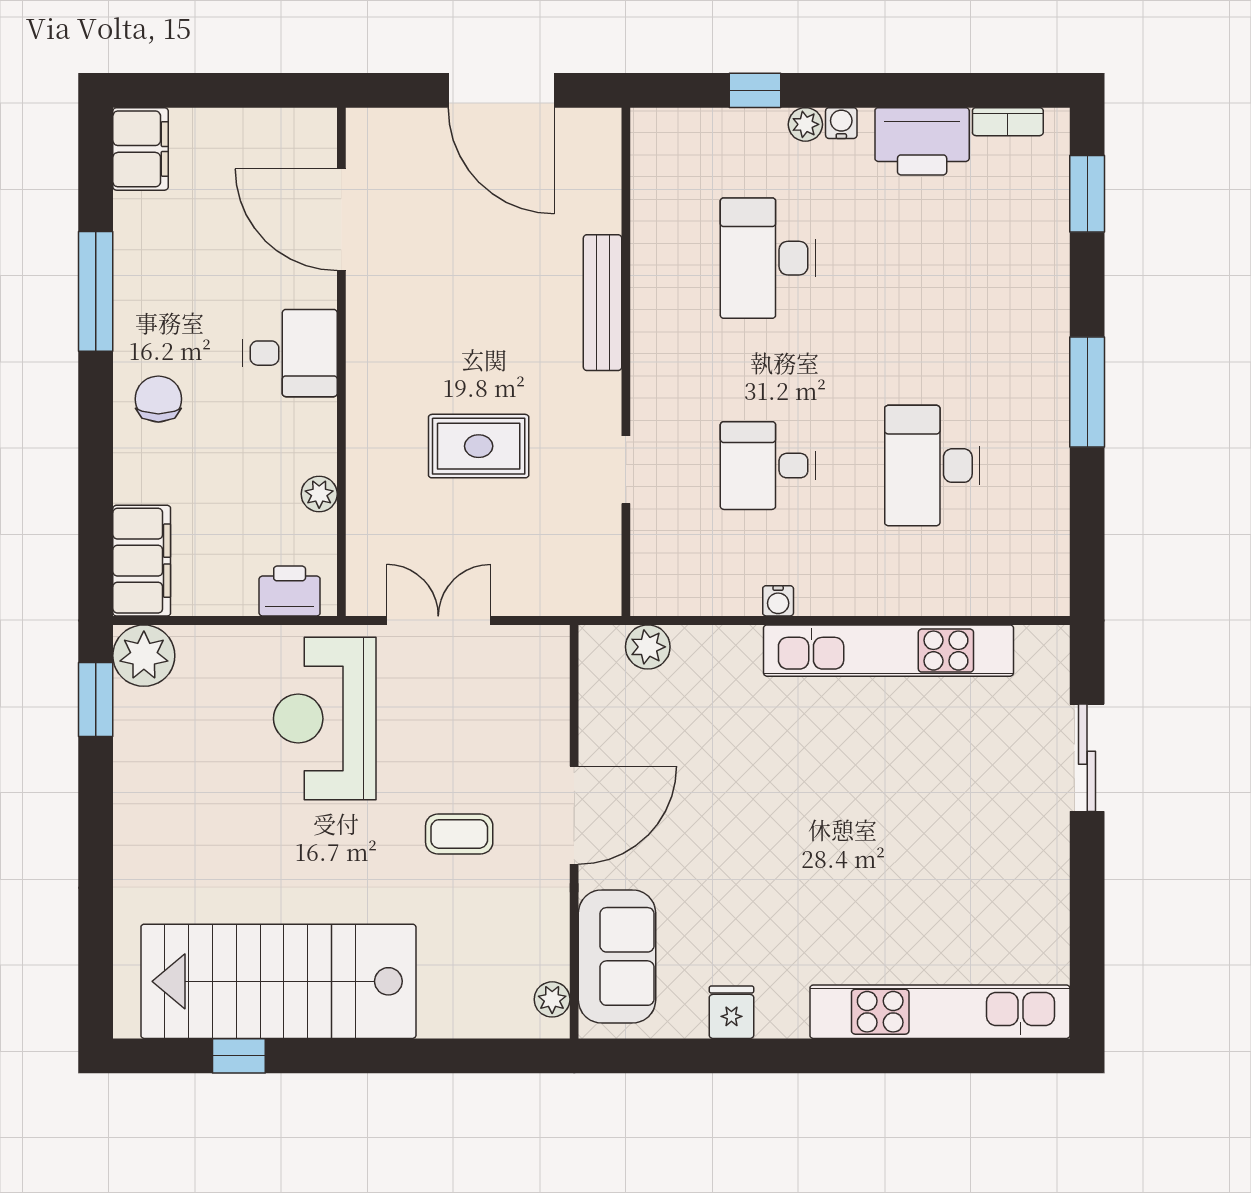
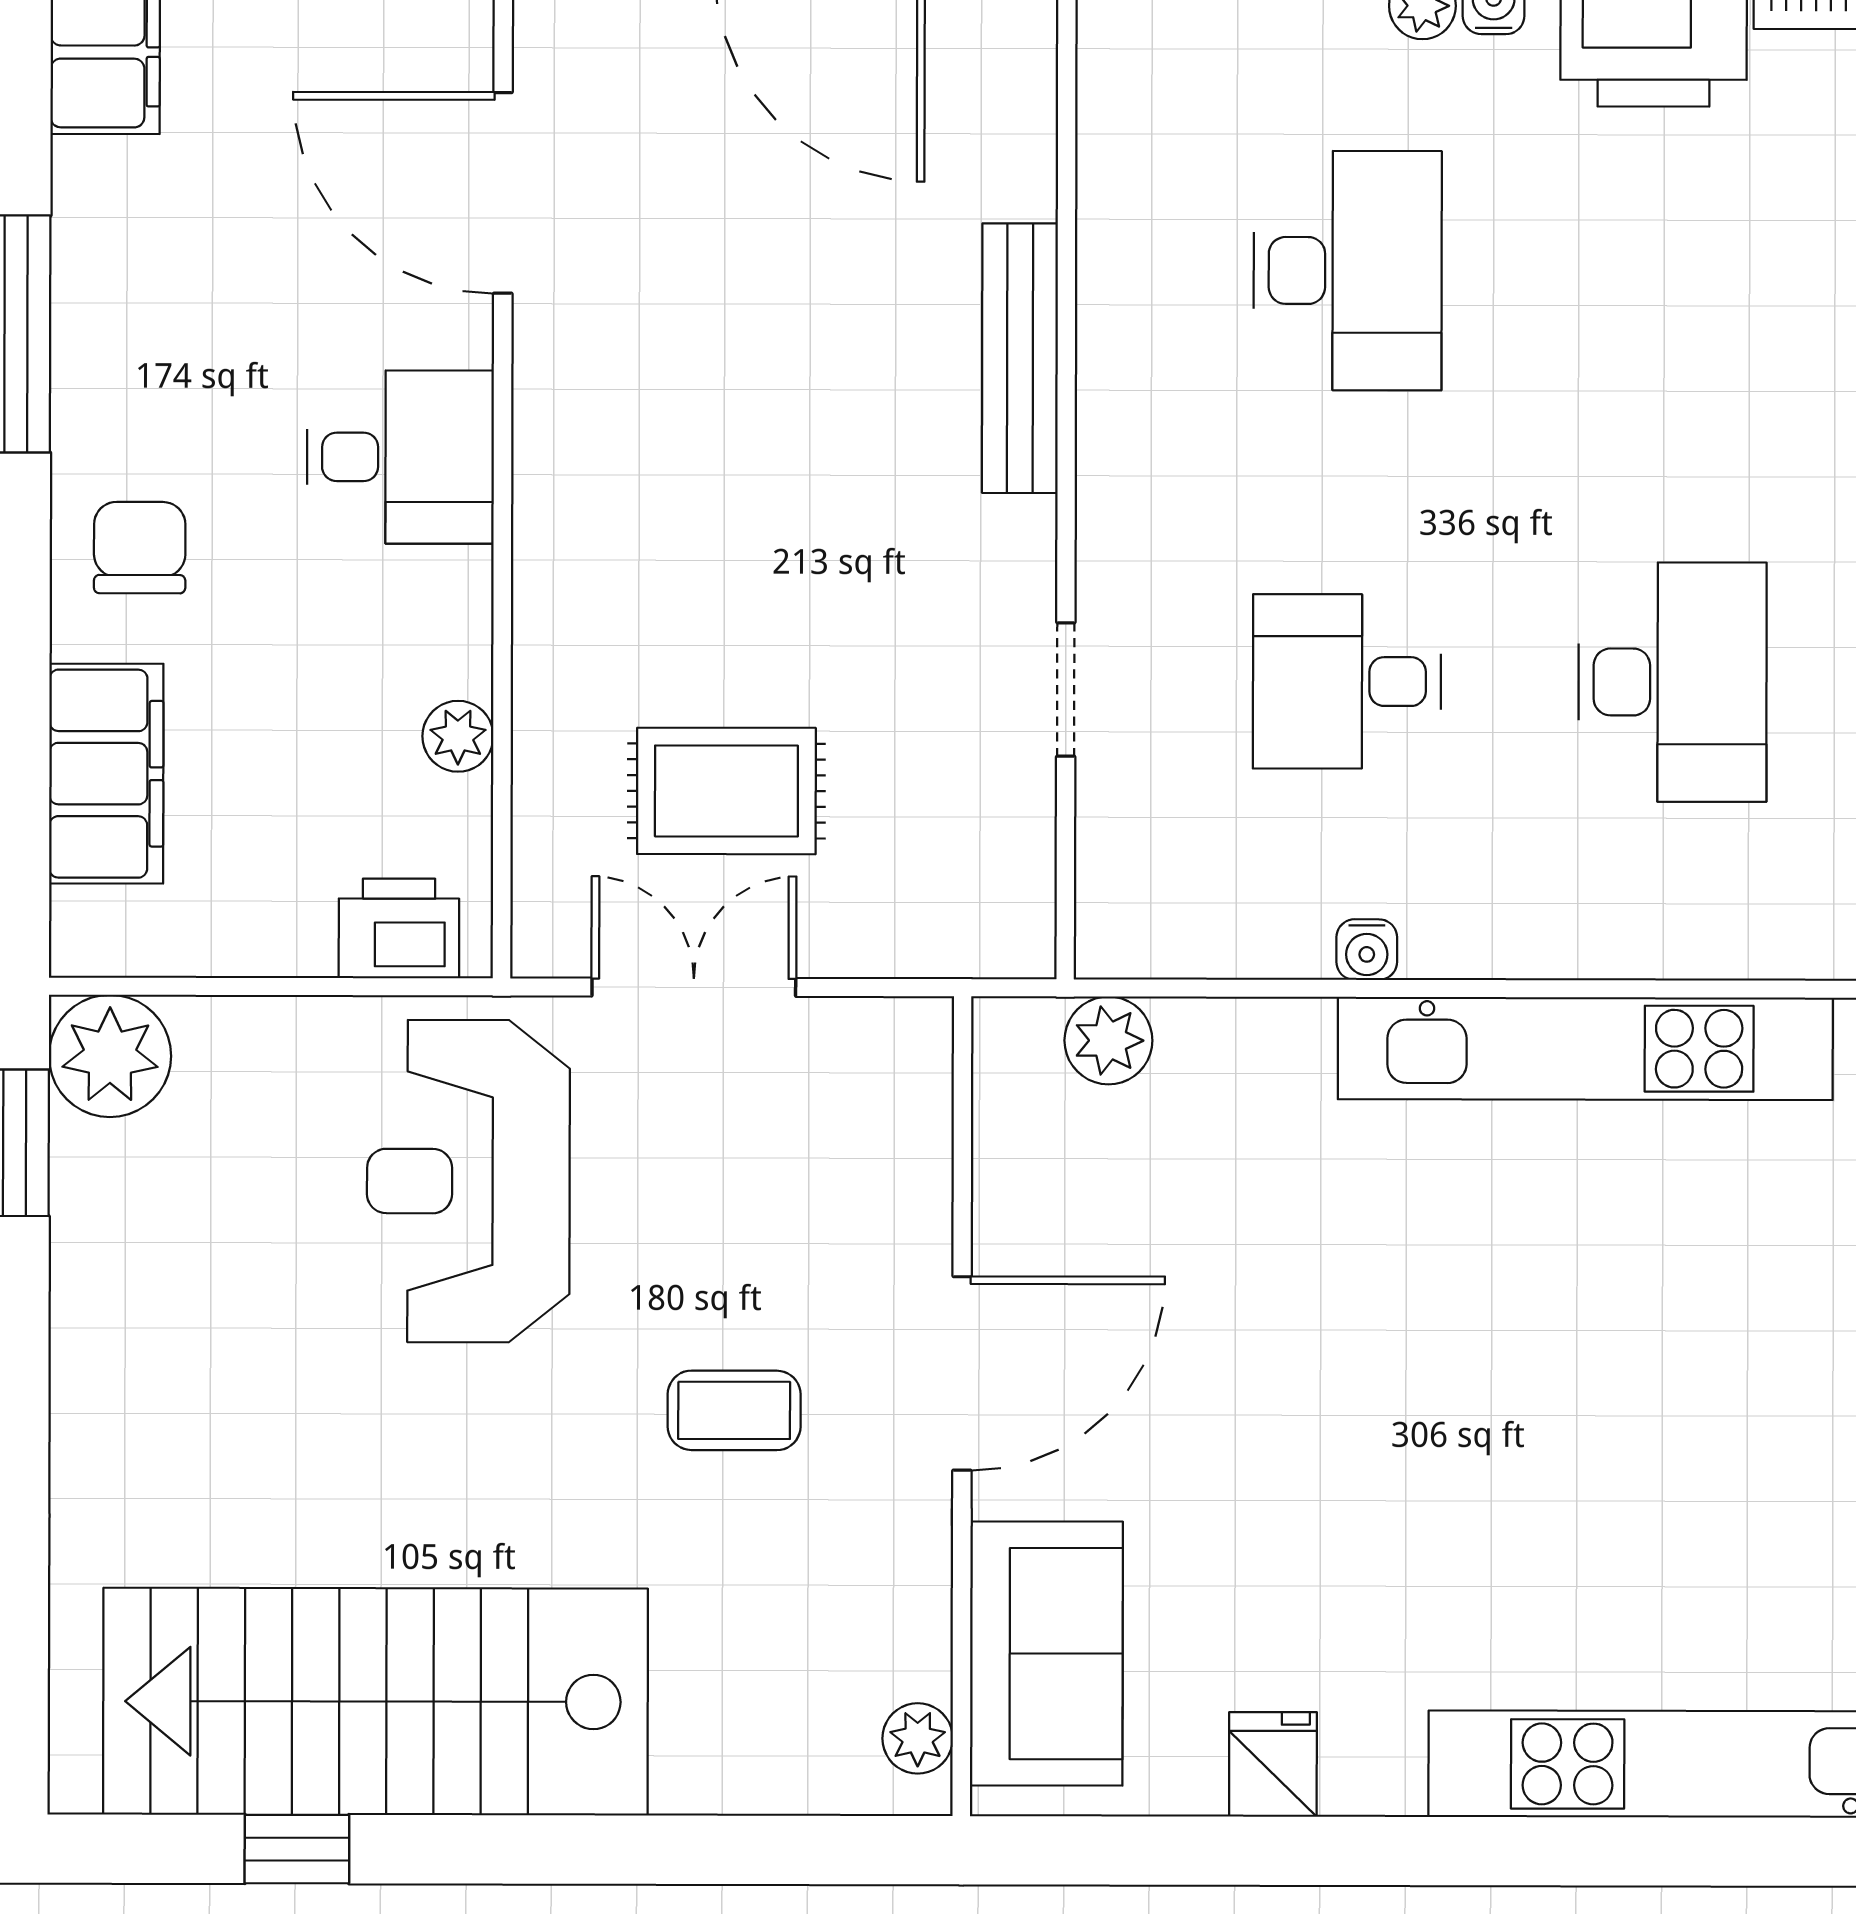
desk: (768, 258) -> (1348, 271), turned 180
rug: (479, 446) -> (726, 791), moved
desk: (932, 466) -> (1673, 682), turned 180
filing cabinet: (142, 561) -> (106, 774), moved

